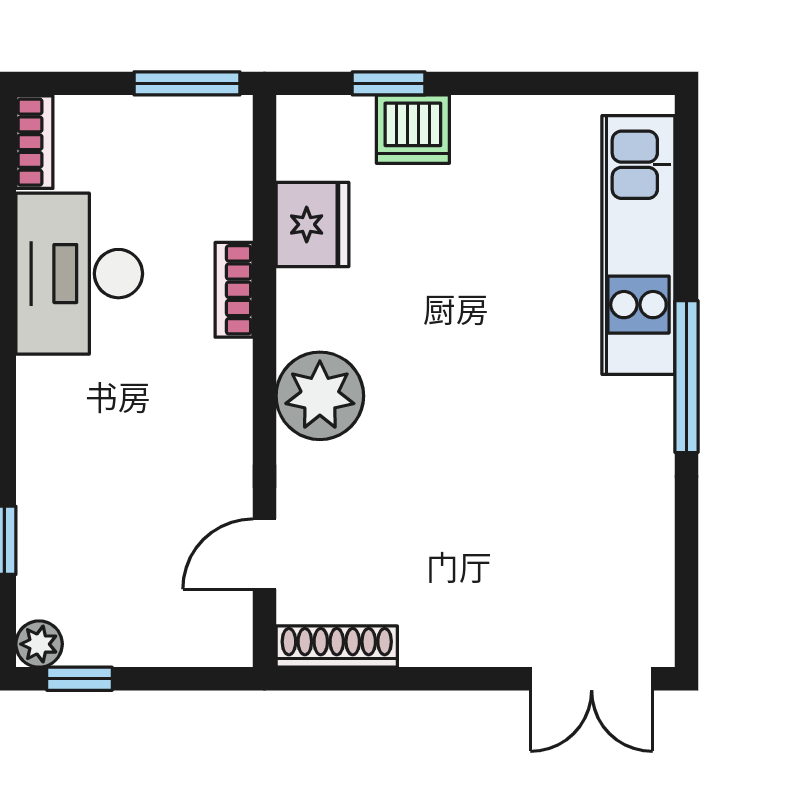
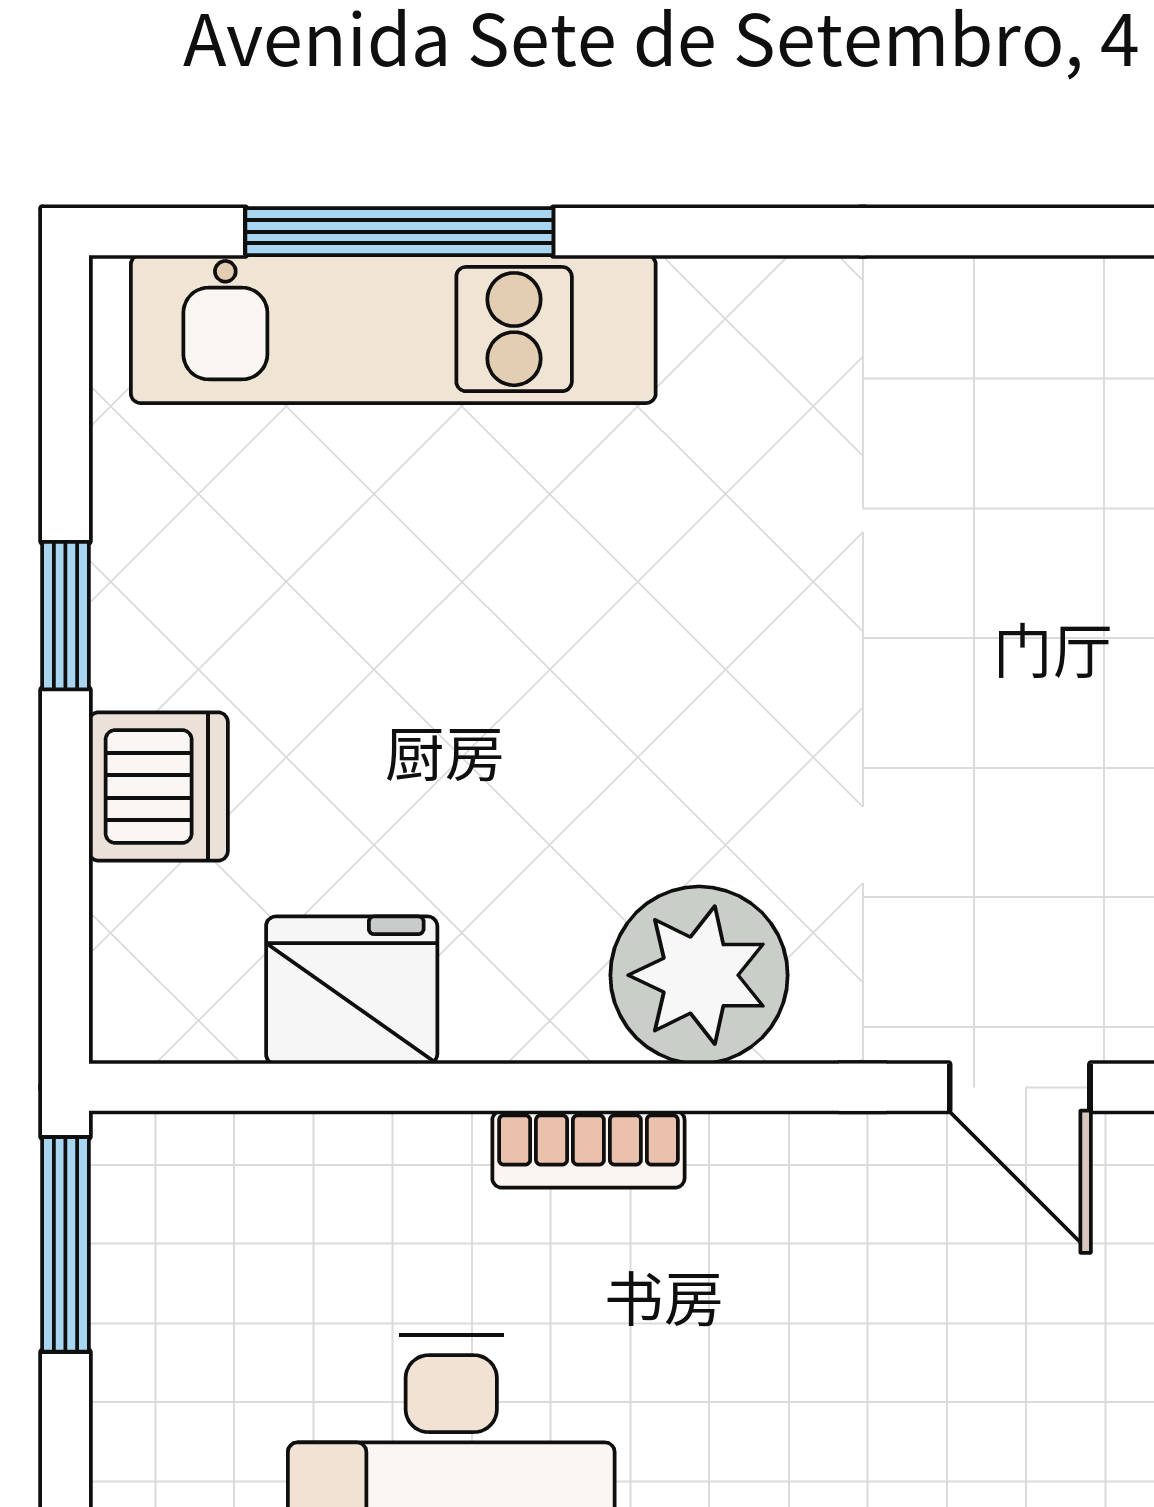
window: (389, 83) -> (65, 616), moved
bookcase: (234, 290) -> (588, 1149), moved
window: (687, 377) -> (399, 232), moved

